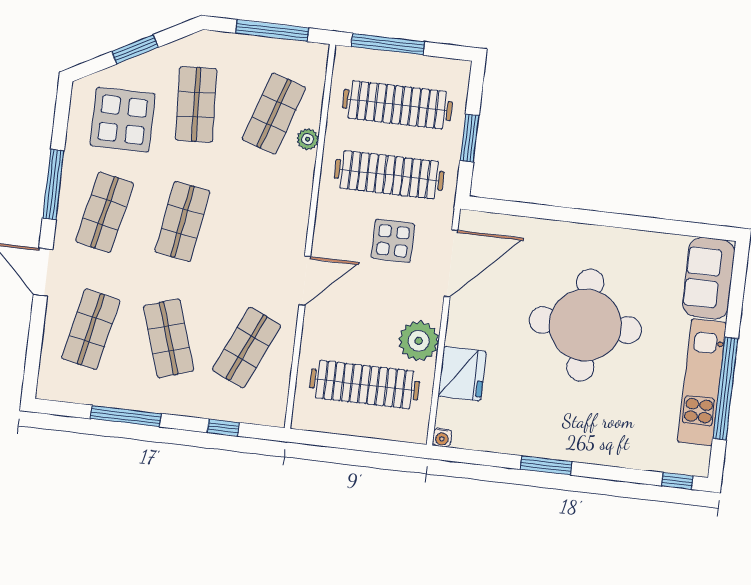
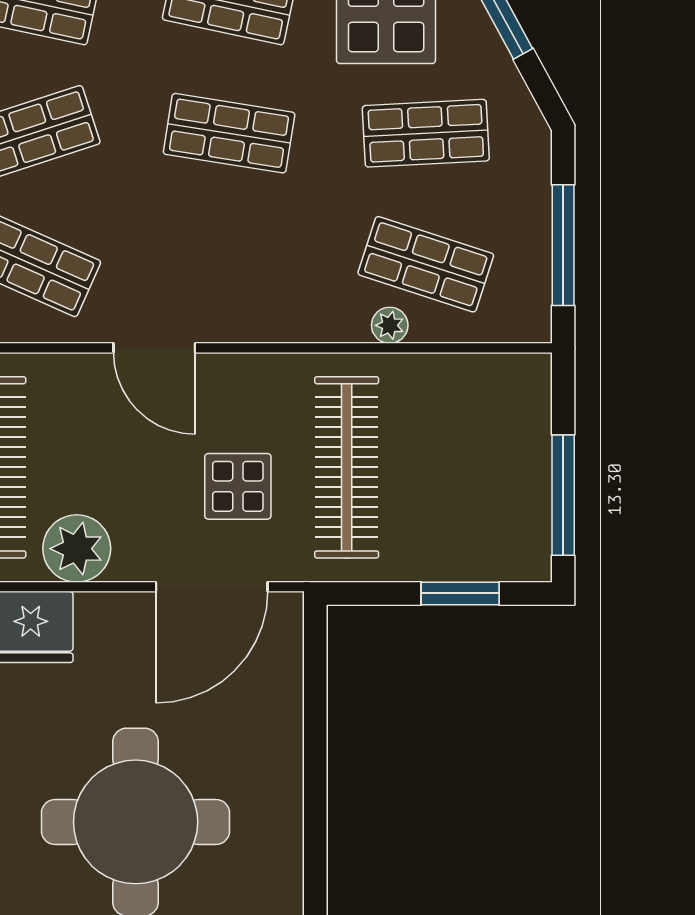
window: (388, 44) -> (563, 495), moved
clothes rail: (397, 105) -> (464, 467), removed
window: (470, 138) -> (460, 593), moved
door: (451, 263) -> (212, 587), hinge flipped

